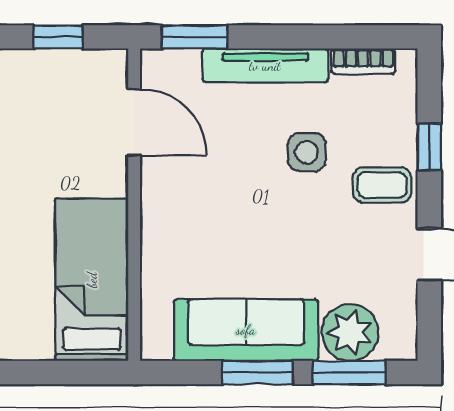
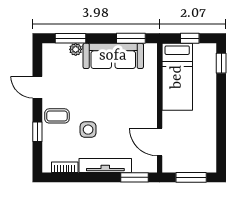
window: (58, 37) -> (191, 177), width x1.50
plant: (350, 332) -> (76, 49), width x0.53, depth x0.53
window: (61, 373) -> (190, 38), added
window: (258, 373) -> (131, 38), moved

